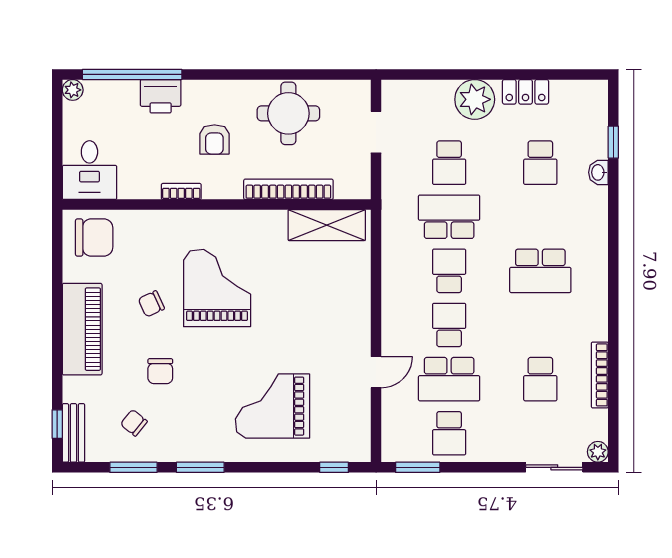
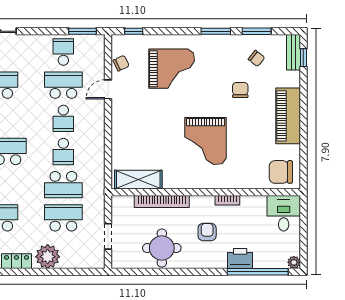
school desk: (449, 163) -> (63, 218), width x1.85
chair: (151, 304) -> (121, 63), moved

